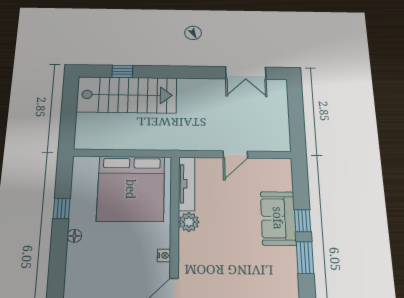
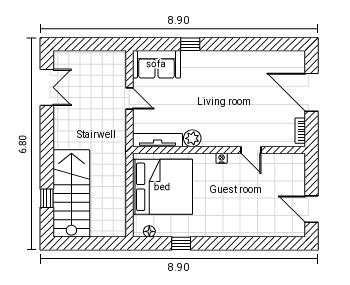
sofa: (278, 218) -> (156, 64), moved
floor lamp: (74, 236) -> (149, 231), moved
window: (305, 257) -> (222, 44), removed

